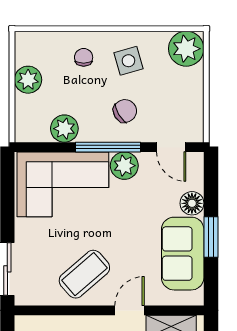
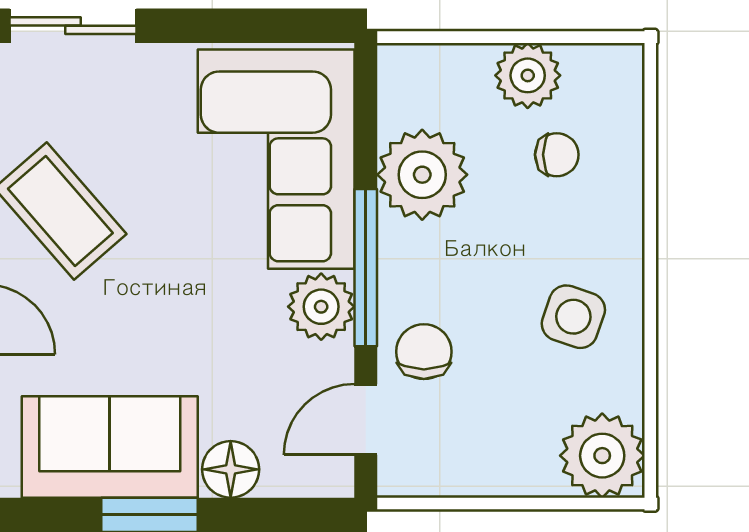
chair: (84, 57) -> (557, 155), moved
side table: (128, 61) -> (573, 317), turned 35
chair: (125, 111) -> (424, 352), moved, turned -149
plant: (64, 129) -> (422, 175), width x1.36, depth x1.36

